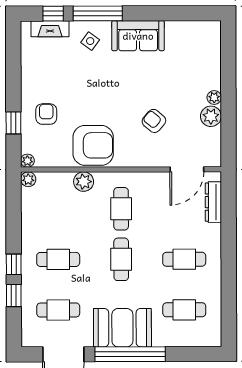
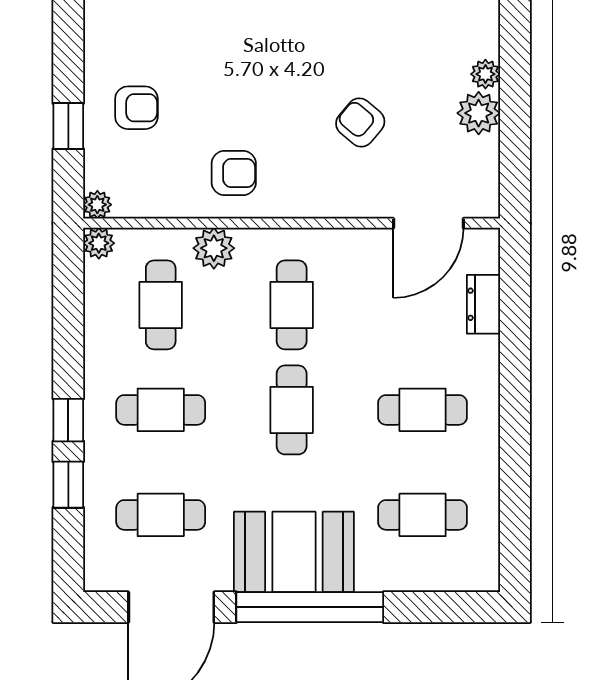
armchair: (46, 114) -> (136, 108), turned 90
armchair: (93, 145) -> (234, 173), width x0.53, depth x0.53
dresser: (213, 202) -> (483, 304), width x0.70
cafe table: (58, 209) -> (161, 305), added

